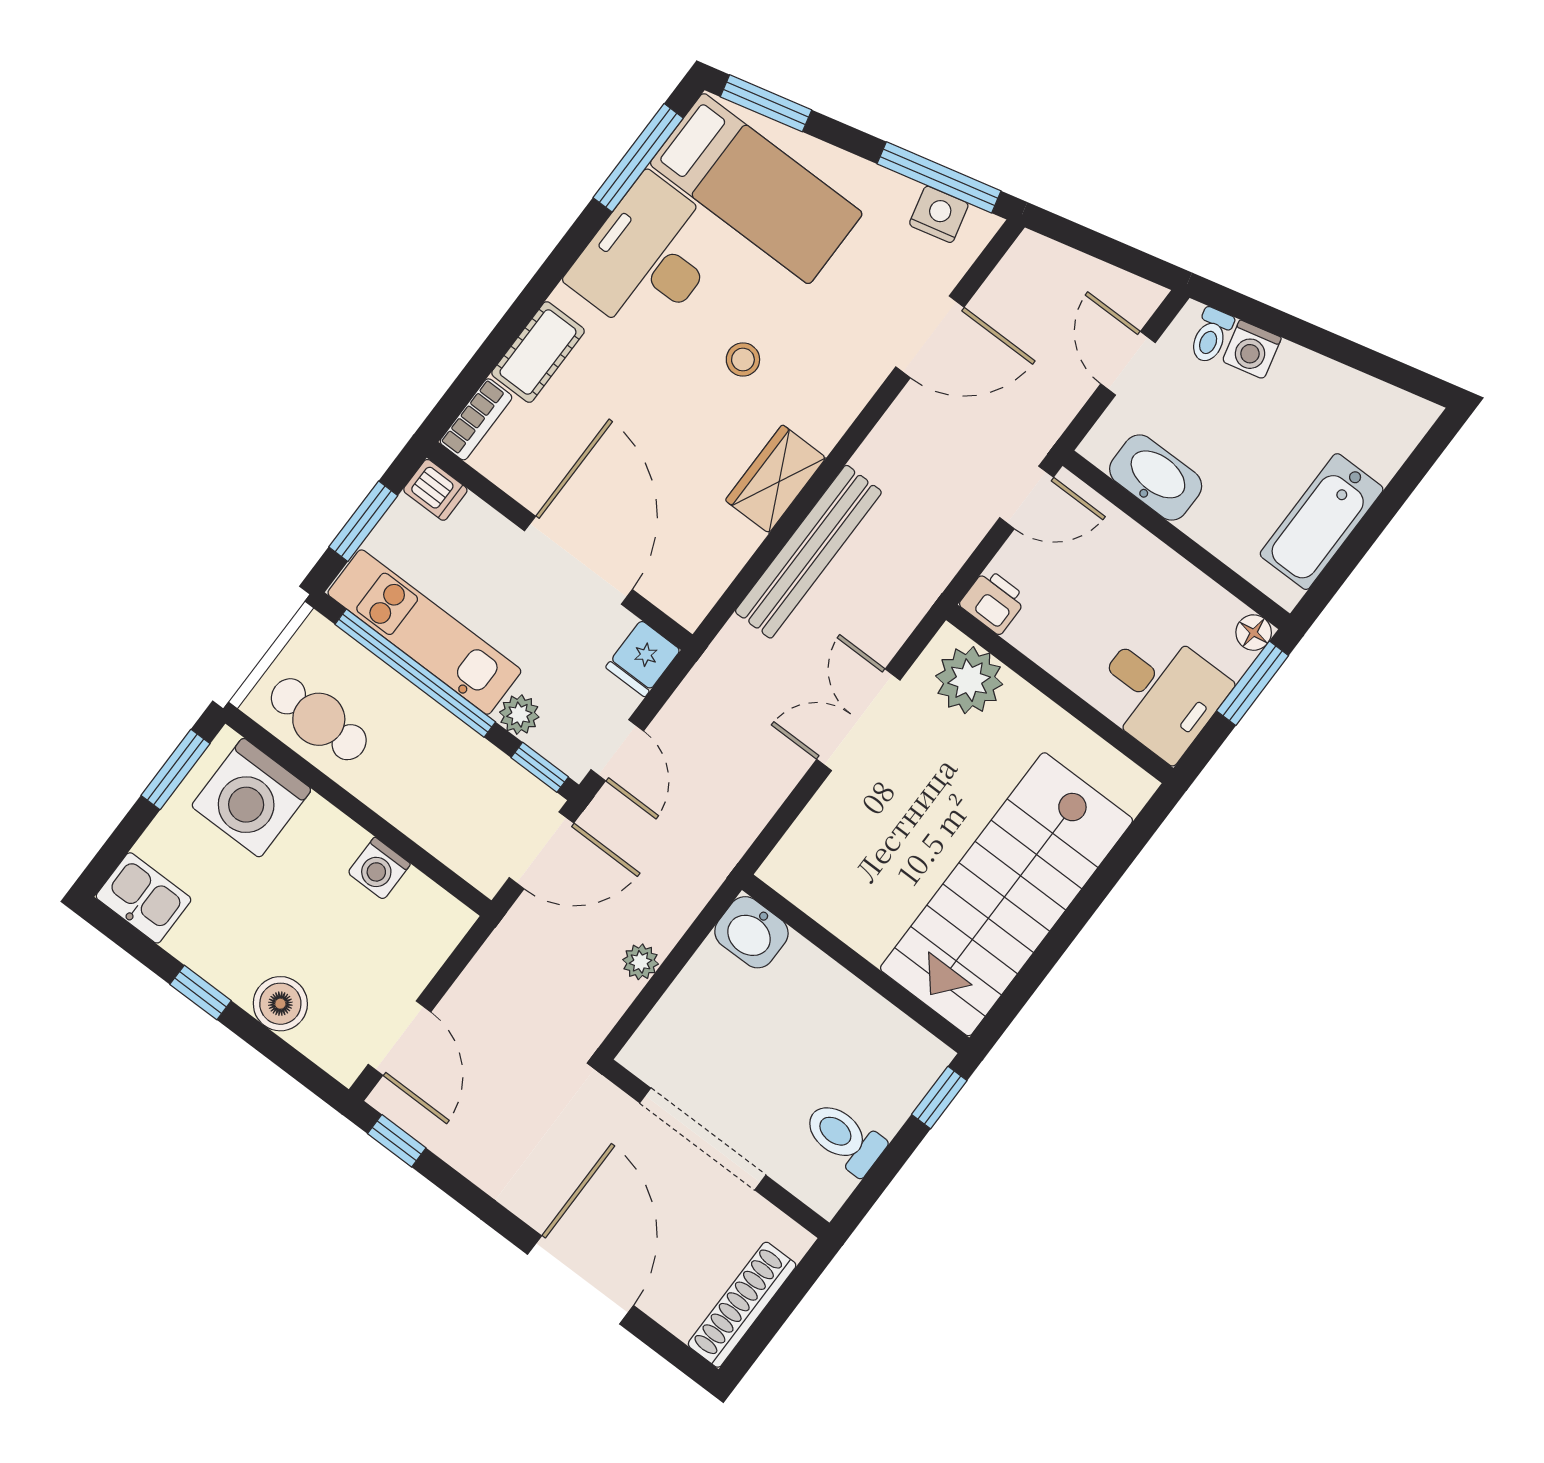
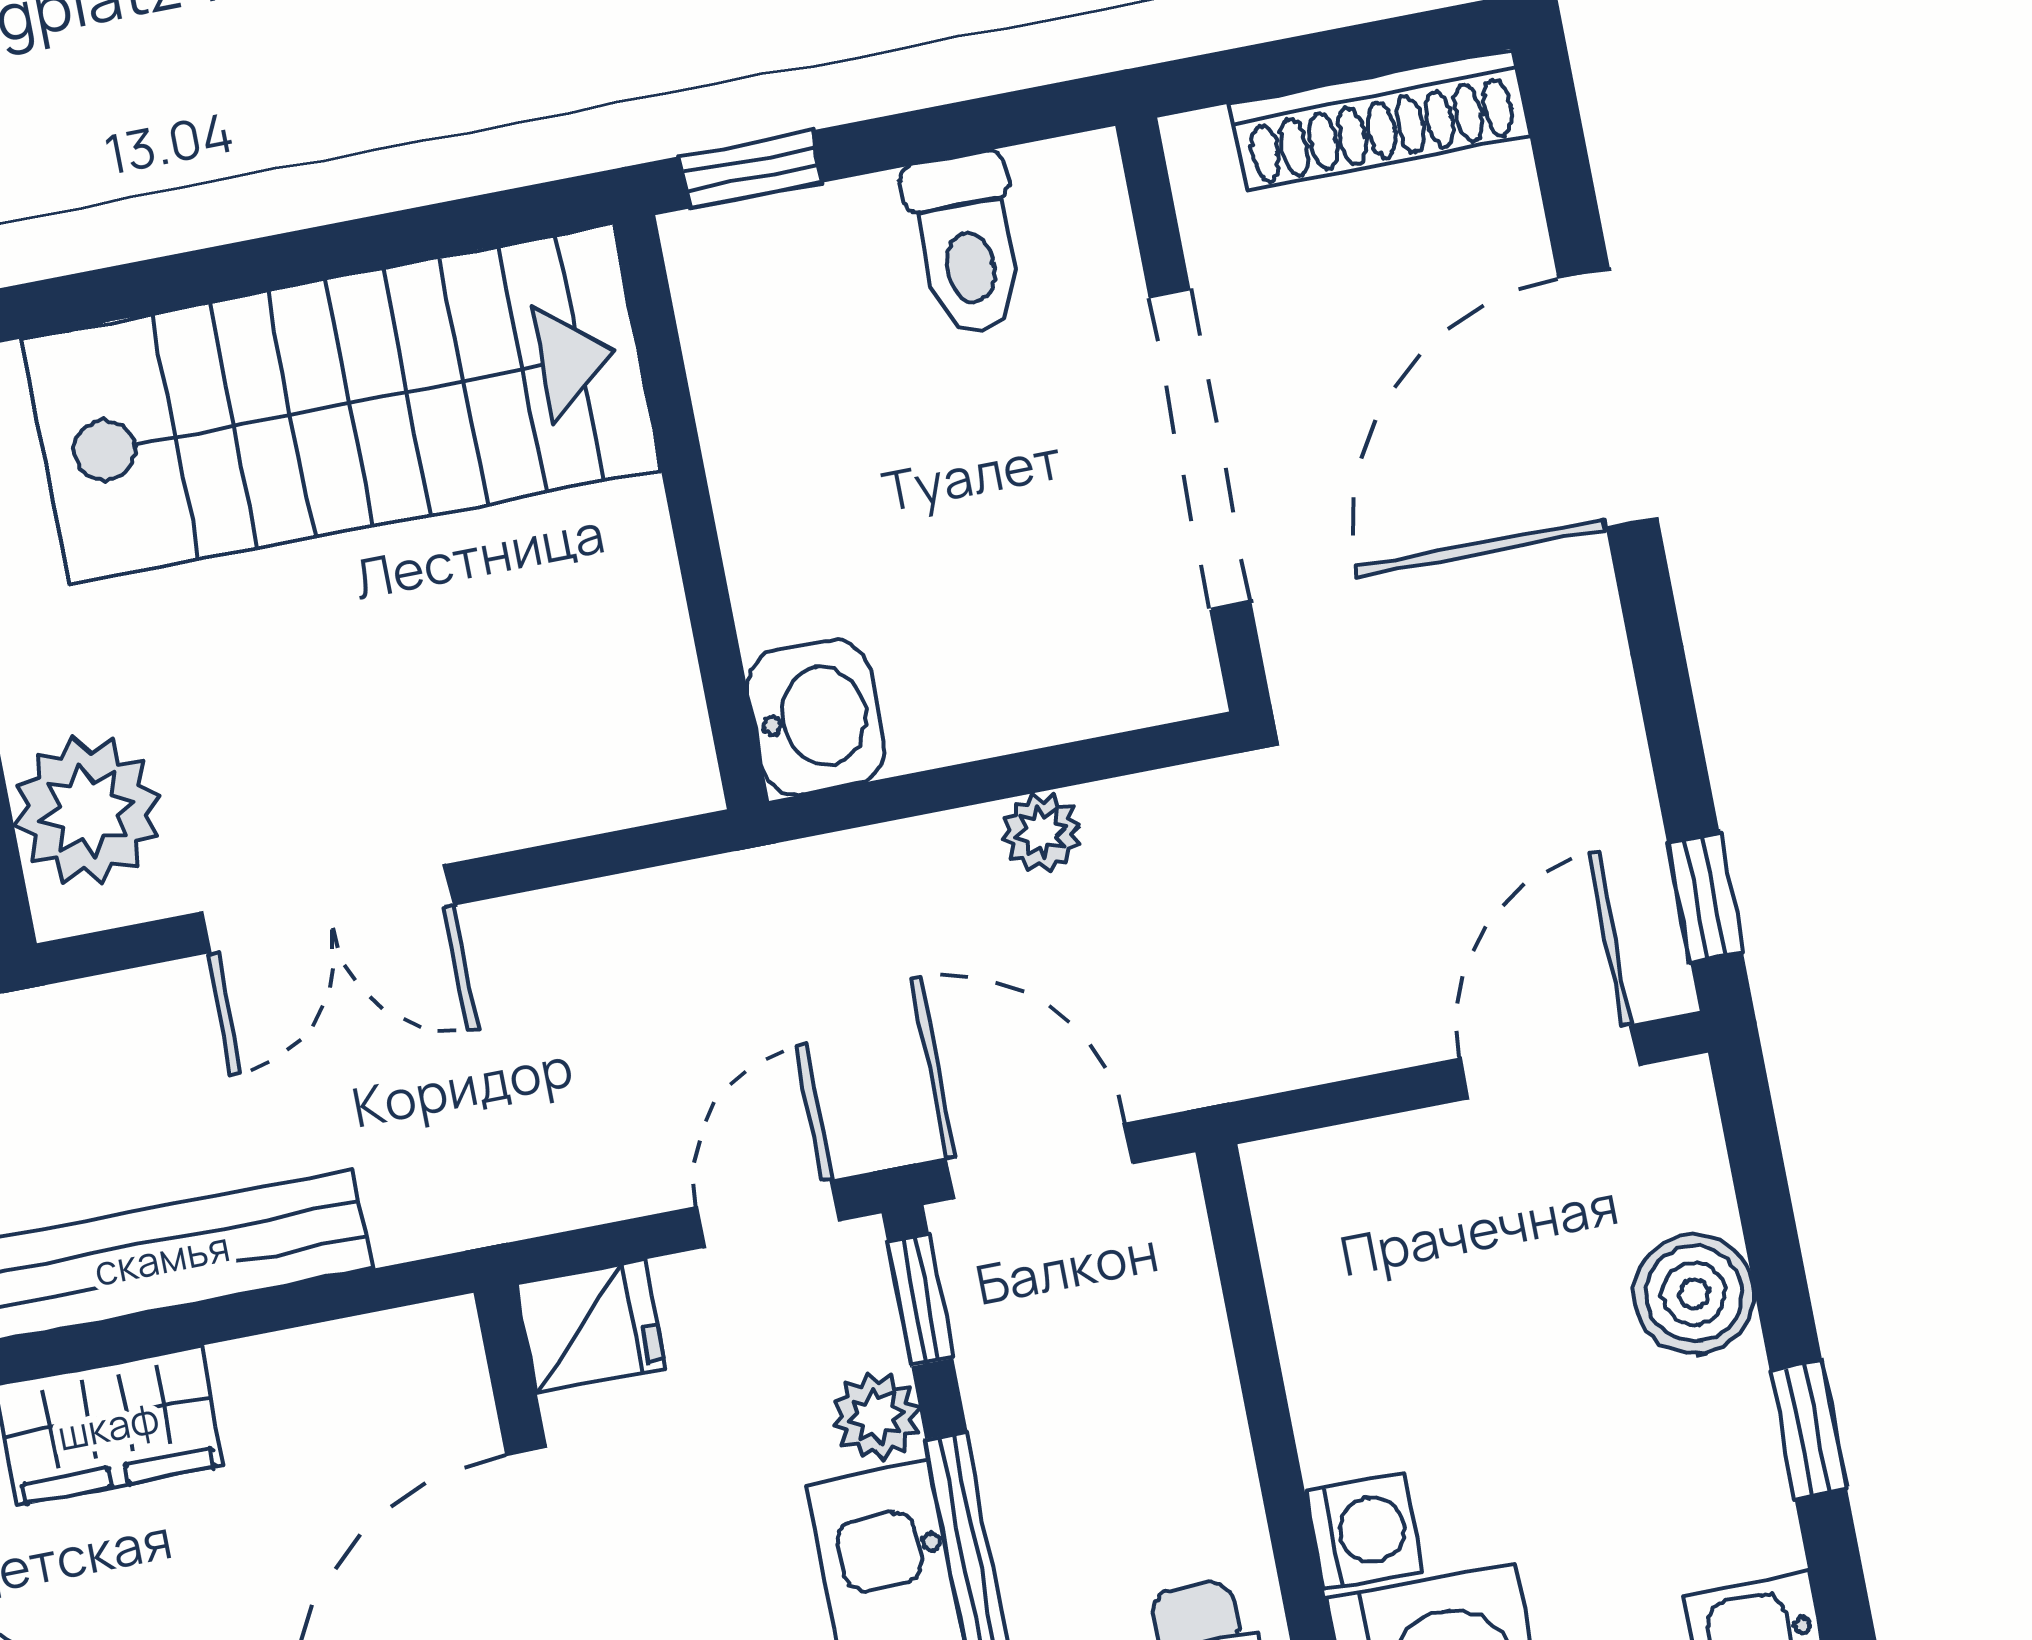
washing machine: (379, 868) -> (1364, 1531), moved

